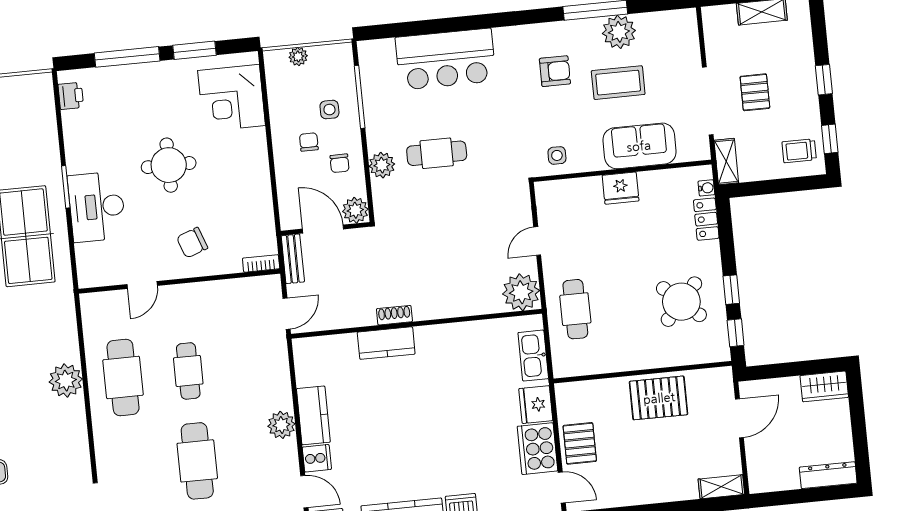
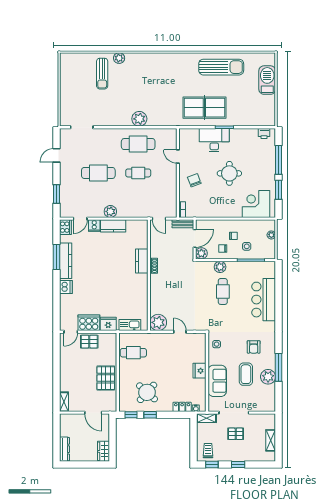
cafe table: (575, 309) -> (133, 353), moved

